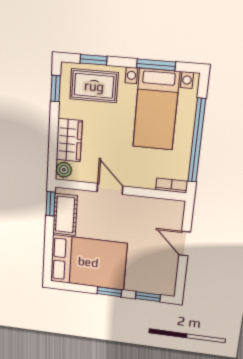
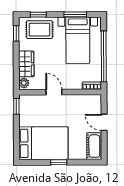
cot: (65, 214) -> (94, 146), moved
window: (148, 297) -> (84, 162), removed

